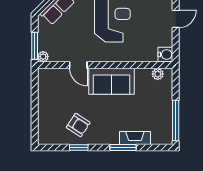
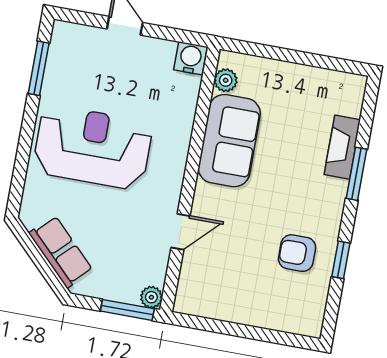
sofa: (111, 81) -> (229, 141), moved
window: (176, 120) -> (323, 62), removed
armchair: (78, 125) -> (297, 253), turned -123

